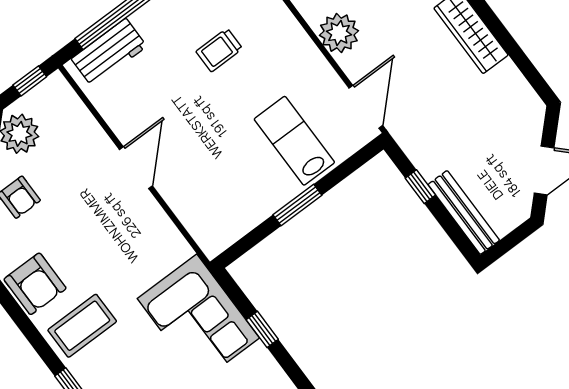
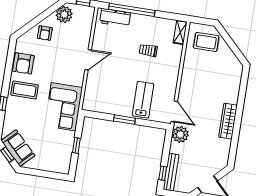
plant: (339, 33) -> (180, 134), moved
door: (366, 107) -> (174, 111), hinge flipped
window: (420, 187) -> (163, 173), moved
corner sofa: (198, 318) -> (64, 107), moved

